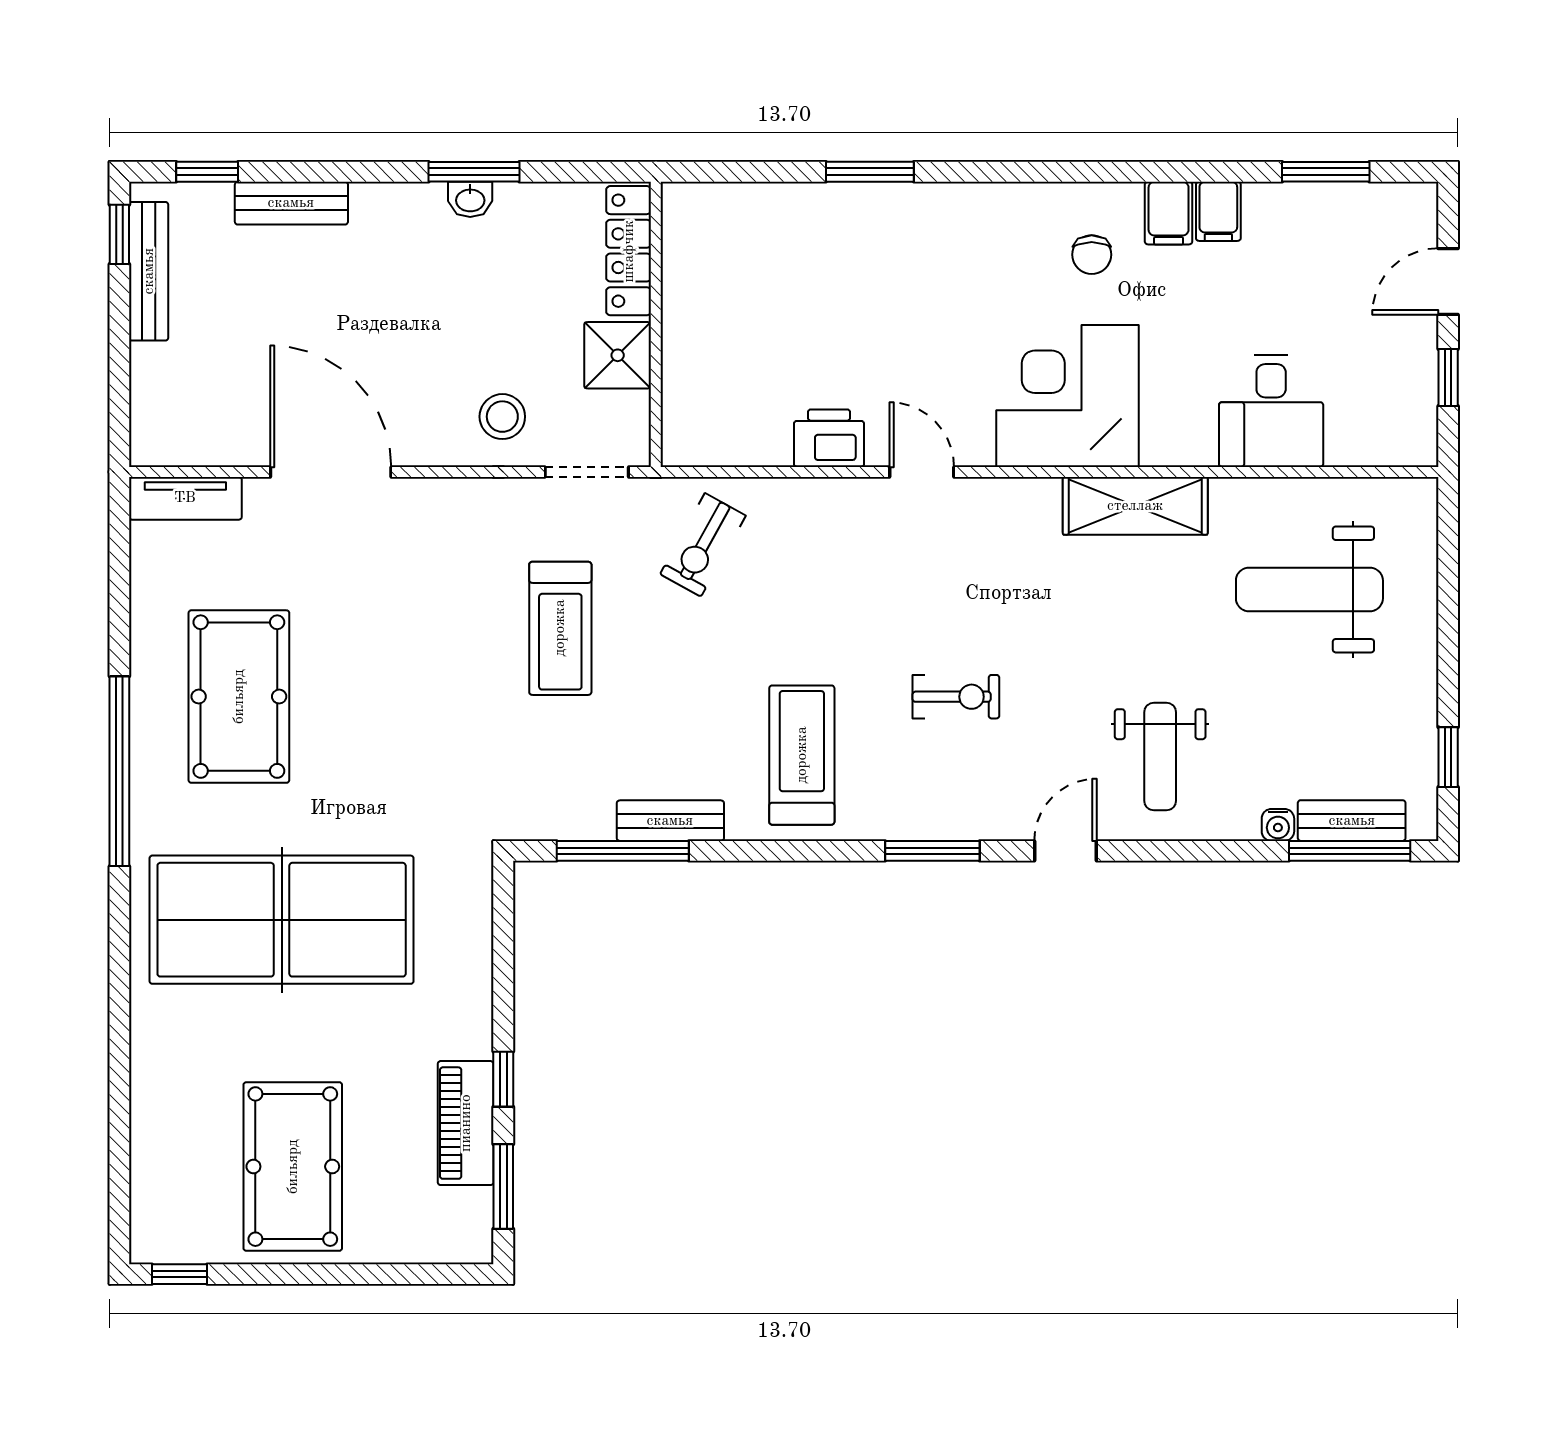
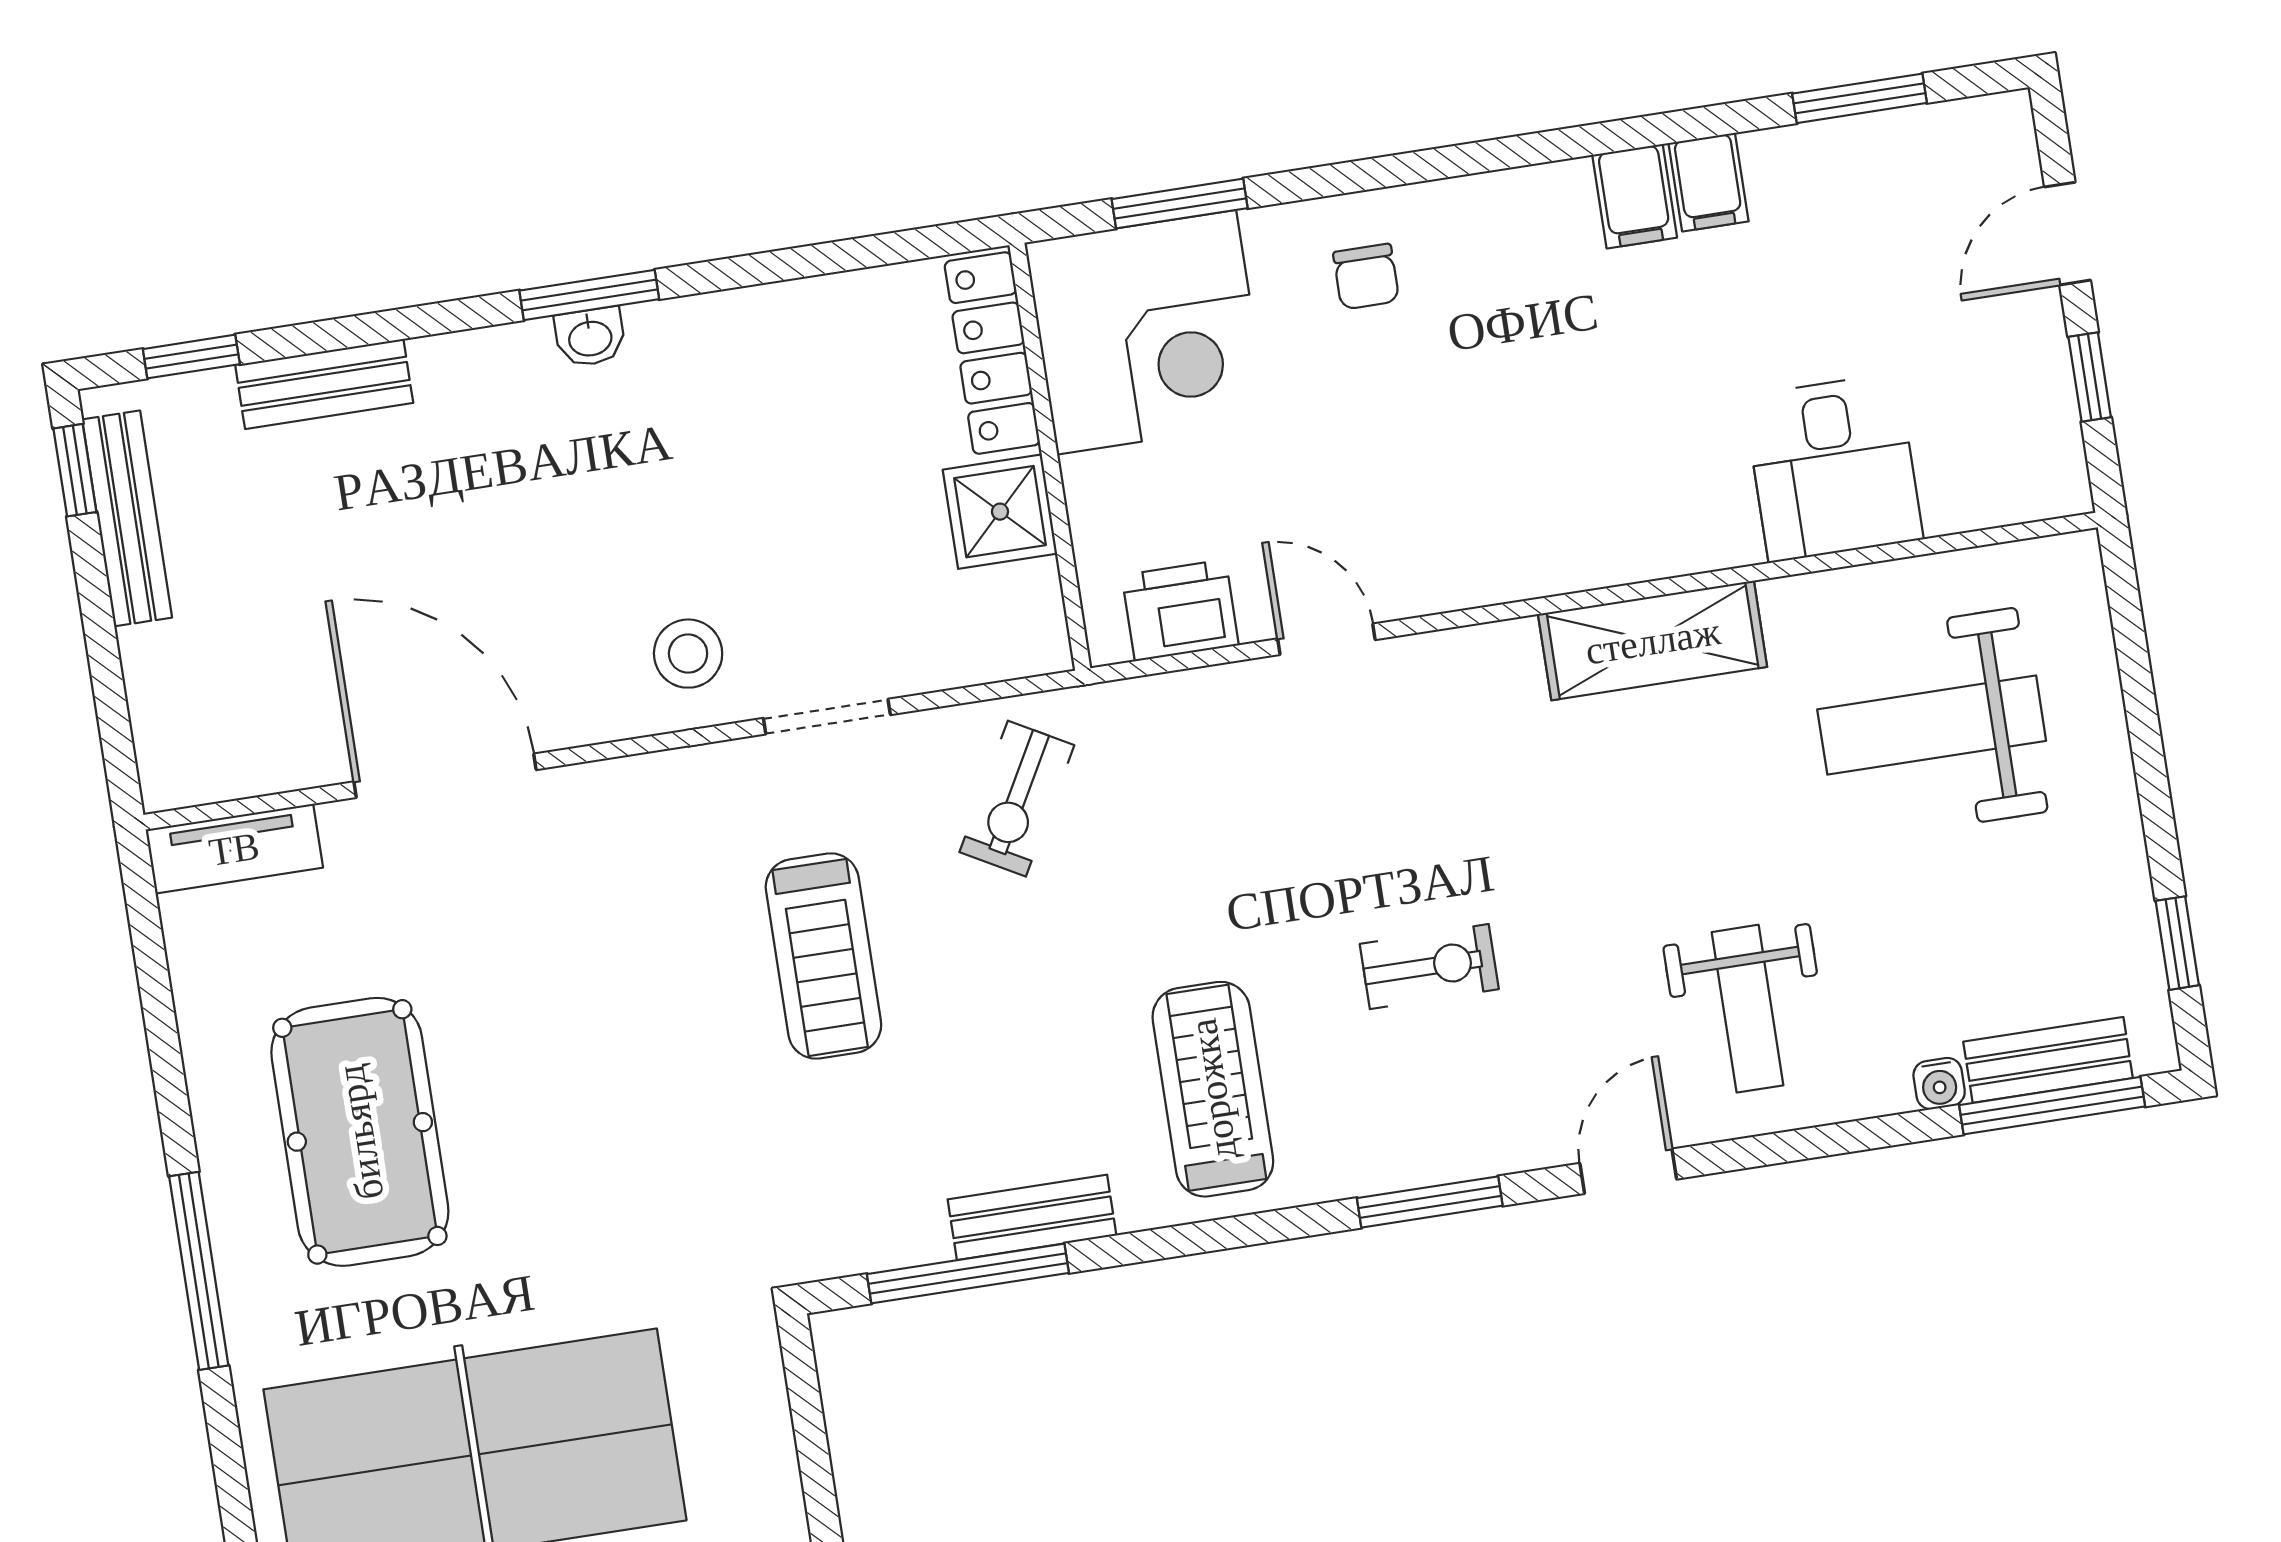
locker: (629, 251) -> (992, 353), moved
chair: (1092, 255) -> (1366, 277), moved
wall: (656, 324) -> (1050, 457), moved
shower: (618, 355) -> (1000, 512), moved
corner desk: (1067, 396) -> (1147, 332), moved, turned 180
window: (119, 771) -> (199, 1271), width x0.68

